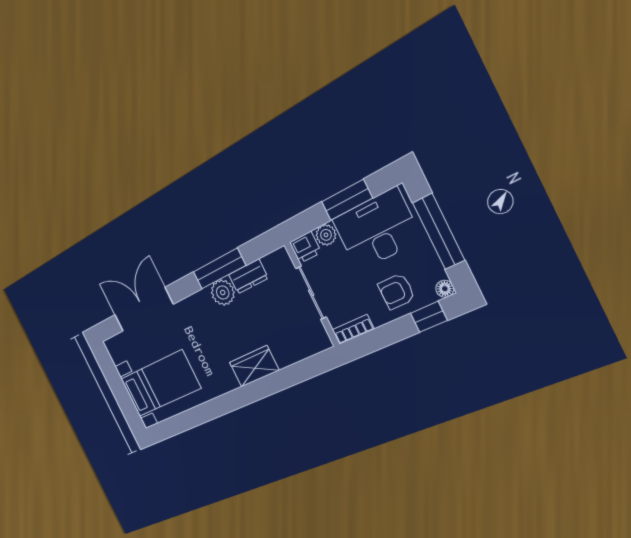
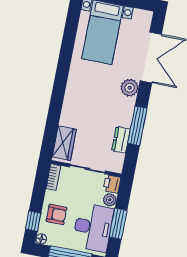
armchair: (396, 291) -> (57, 214), turned 90
plant: (223, 292) -> (130, 88), moved
wardrobe: (254, 366) -> (64, 143), moved

